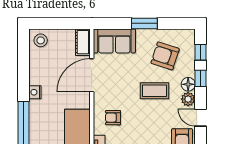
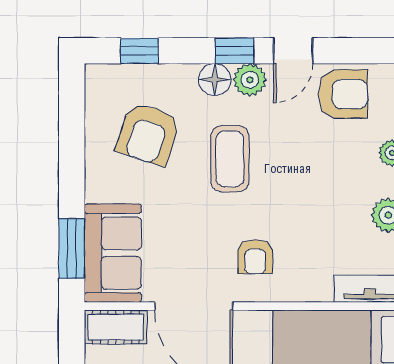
window: (144, 23) -> (72, 248), moved
window: (200, 78) -> (234, 51), moved
armchair: (113, 118) -> (255, 257), moved

